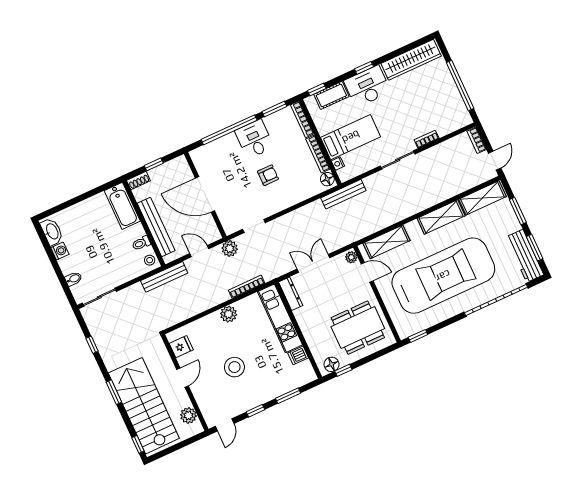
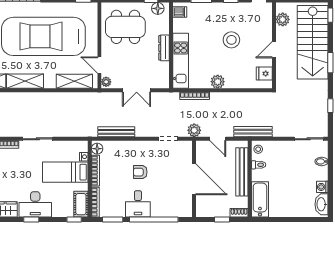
cot: (331, 95) -> (81, 204), moved, turned 90
bench: (343, 194) -> (116, 132), moved
dresser: (291, 294) -> (164, 48), moved
dishwasher: (298, 355) -> (180, 12), moved

